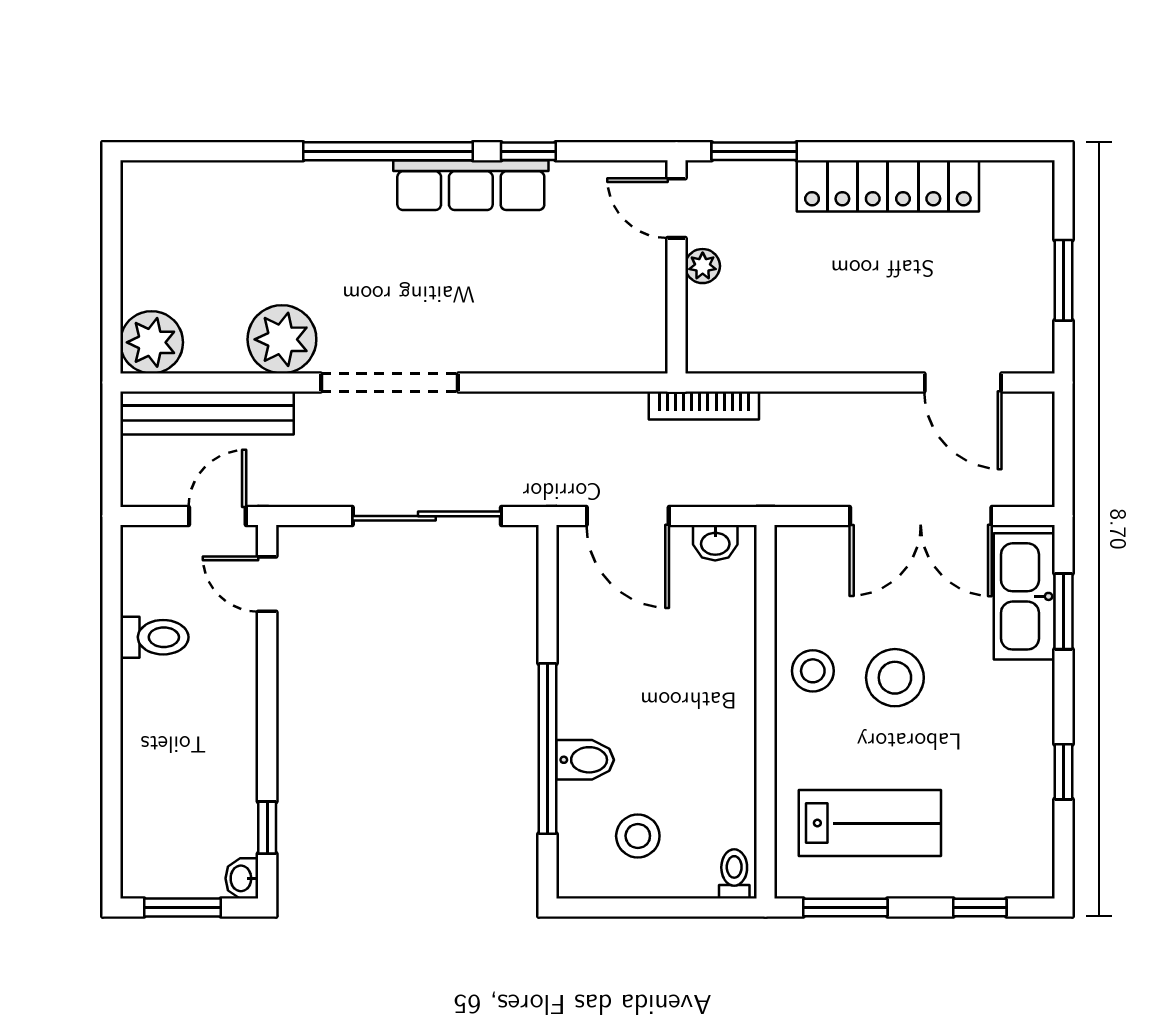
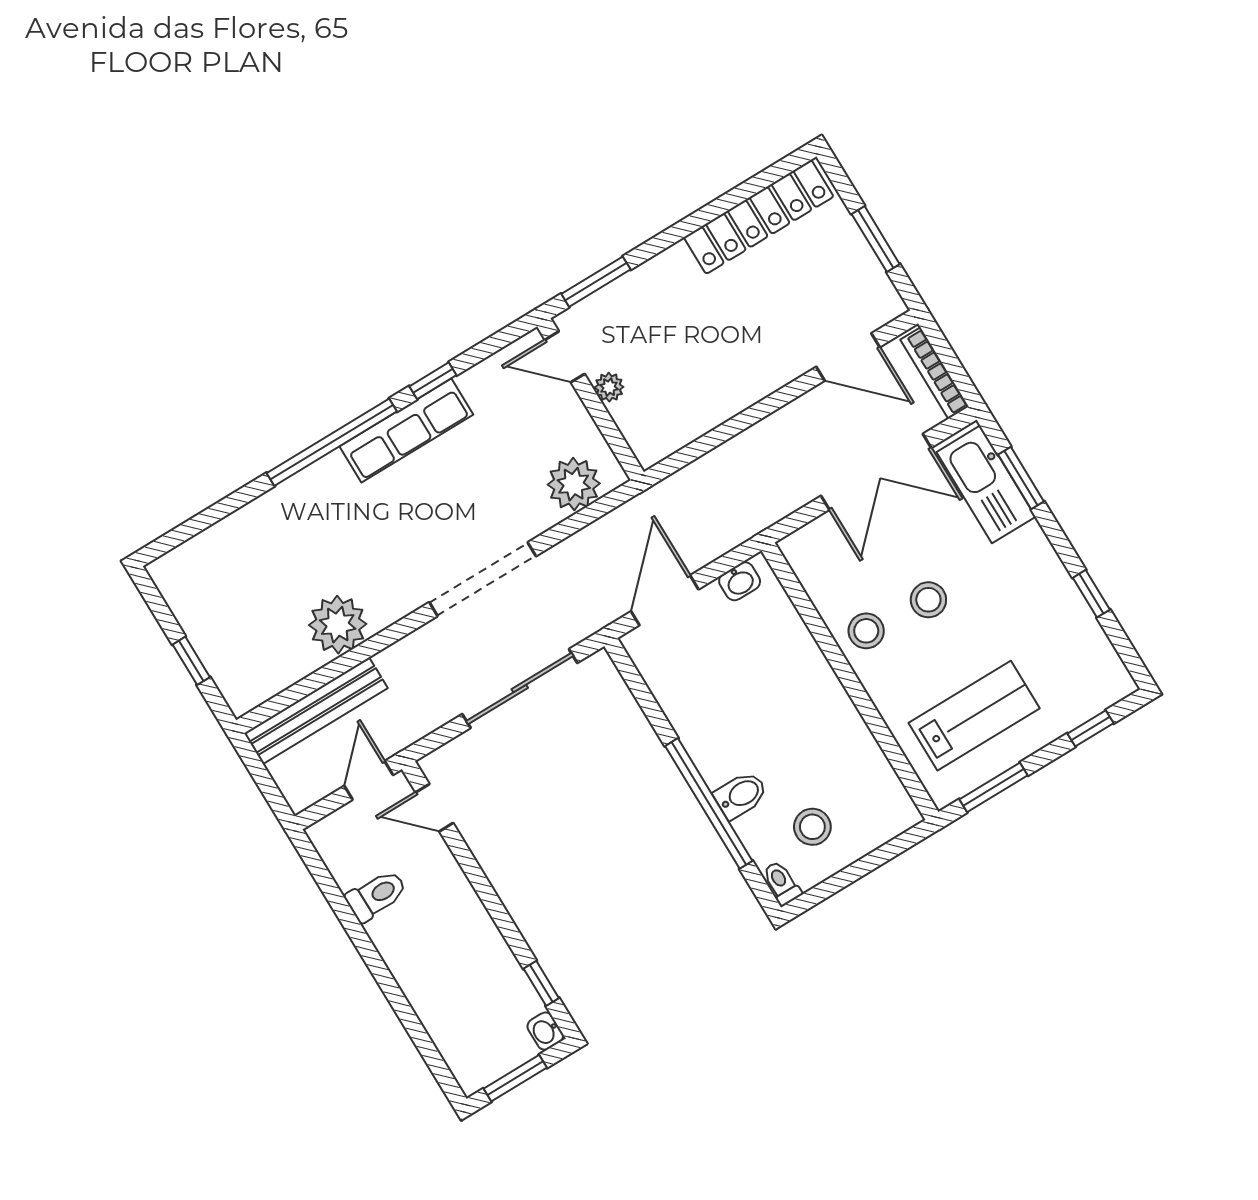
locker: (888, 186) -> (759, 217), moved
window: (111, 286) -> (191, 661), added
plant: (152, 342) -> (574, 484), moved
doorway: (390, 383) -> (483, 579), moved
bookcase: (704, 406) -> (934, 373), moved, turned 90
door: (628, 516) -> (665, 600), swing flipped
stool: (895, 678) -> (928, 600), width x0.73, depth x0.73
toilet: (734, 874) -> (782, 883), moved

